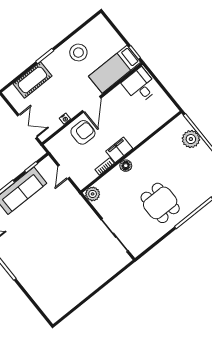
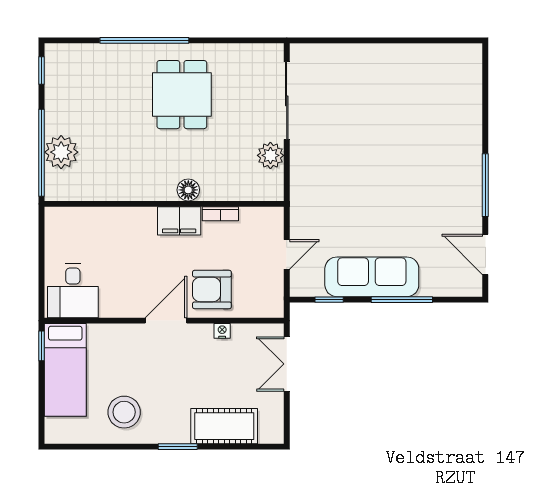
bed: (115, 69) -> (65, 370), moved, turned 90
plant: (93, 194) -> (270, 155), moved

